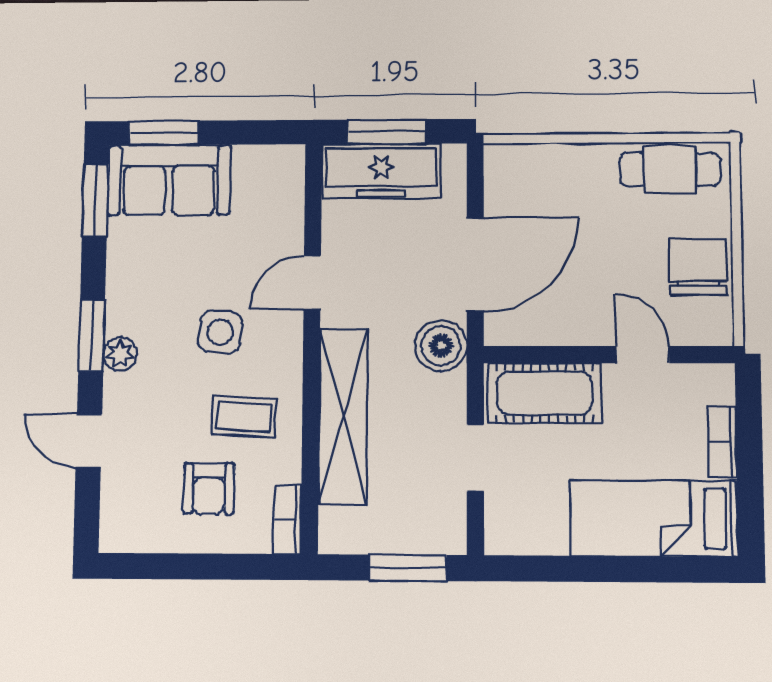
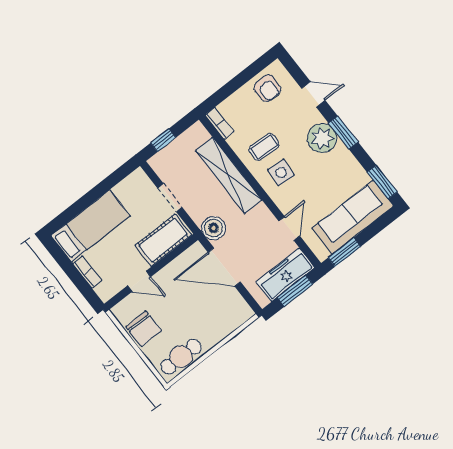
window: (164, 133) -> (344, 252), moved
sofa: (169, 180) -> (353, 217), width x1.36
door: (475, 265) -> (224, 267), hinge flipped
door: (312, 282) -> (289, 229), moved
side table: (220, 332) -> (281, 173), moved
plant: (120, 354) -> (322, 138), width x1.88, depth x1.88
armchair: (209, 489) -> (267, 88), moved, turned 180
window: (408, 568) -> (163, 140), width x0.67

